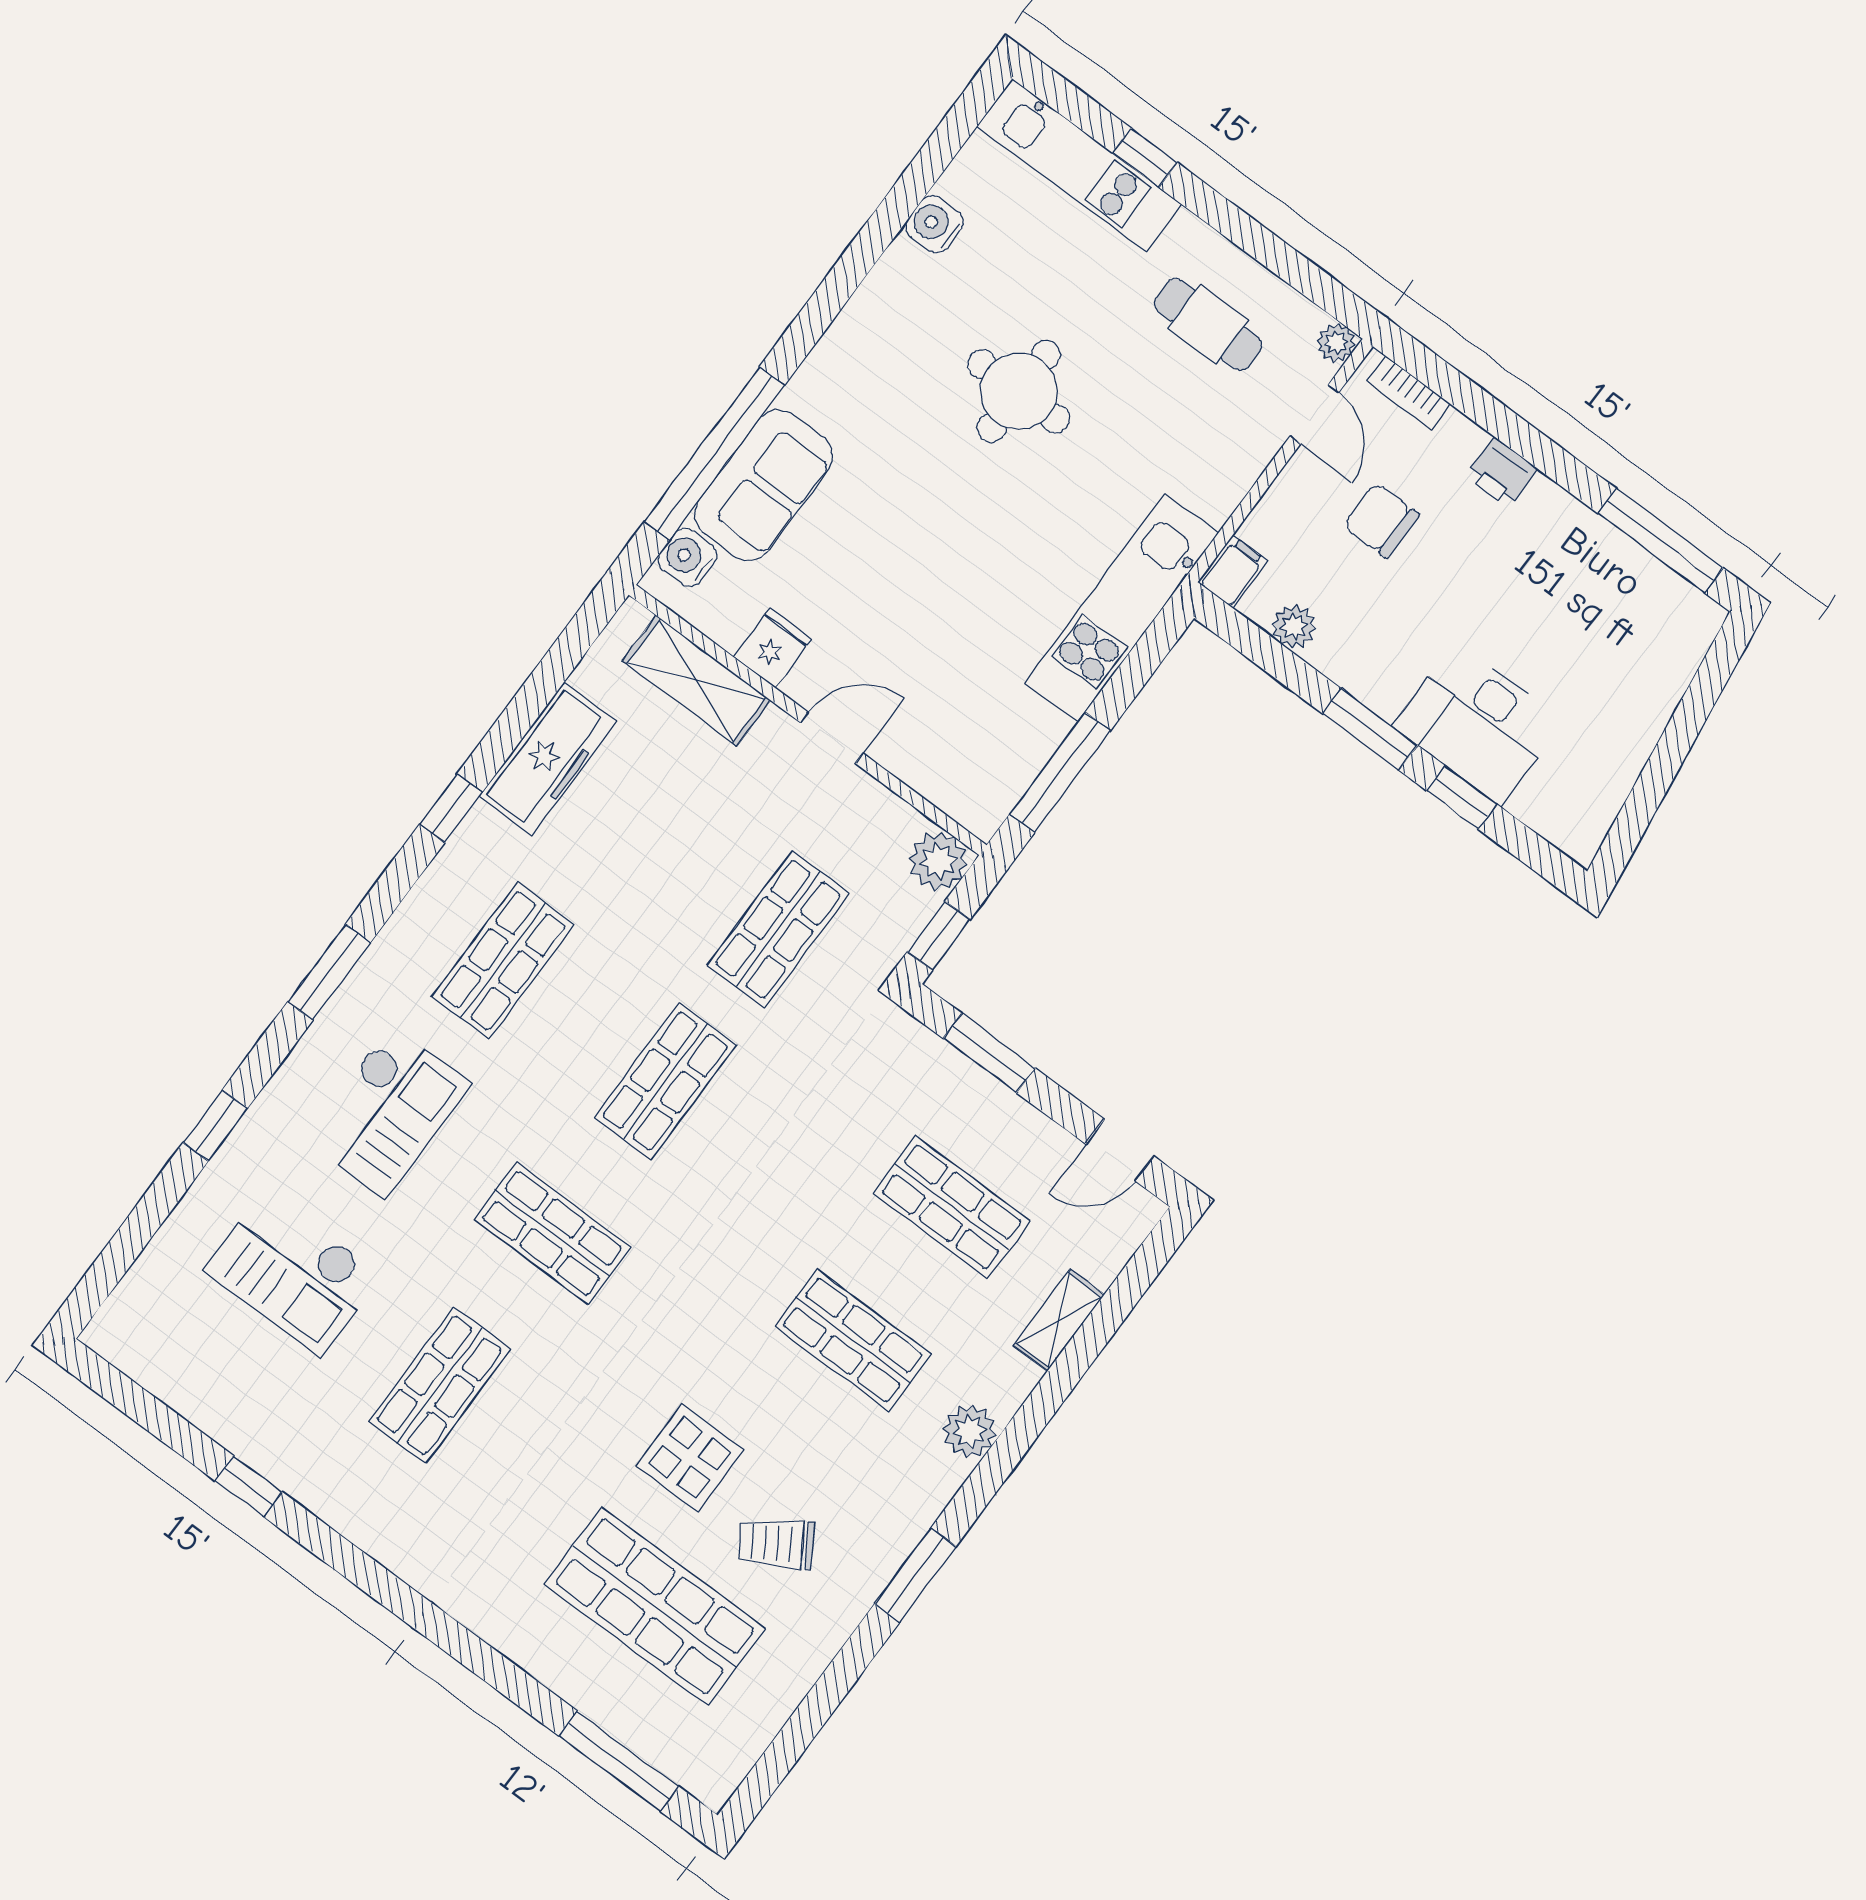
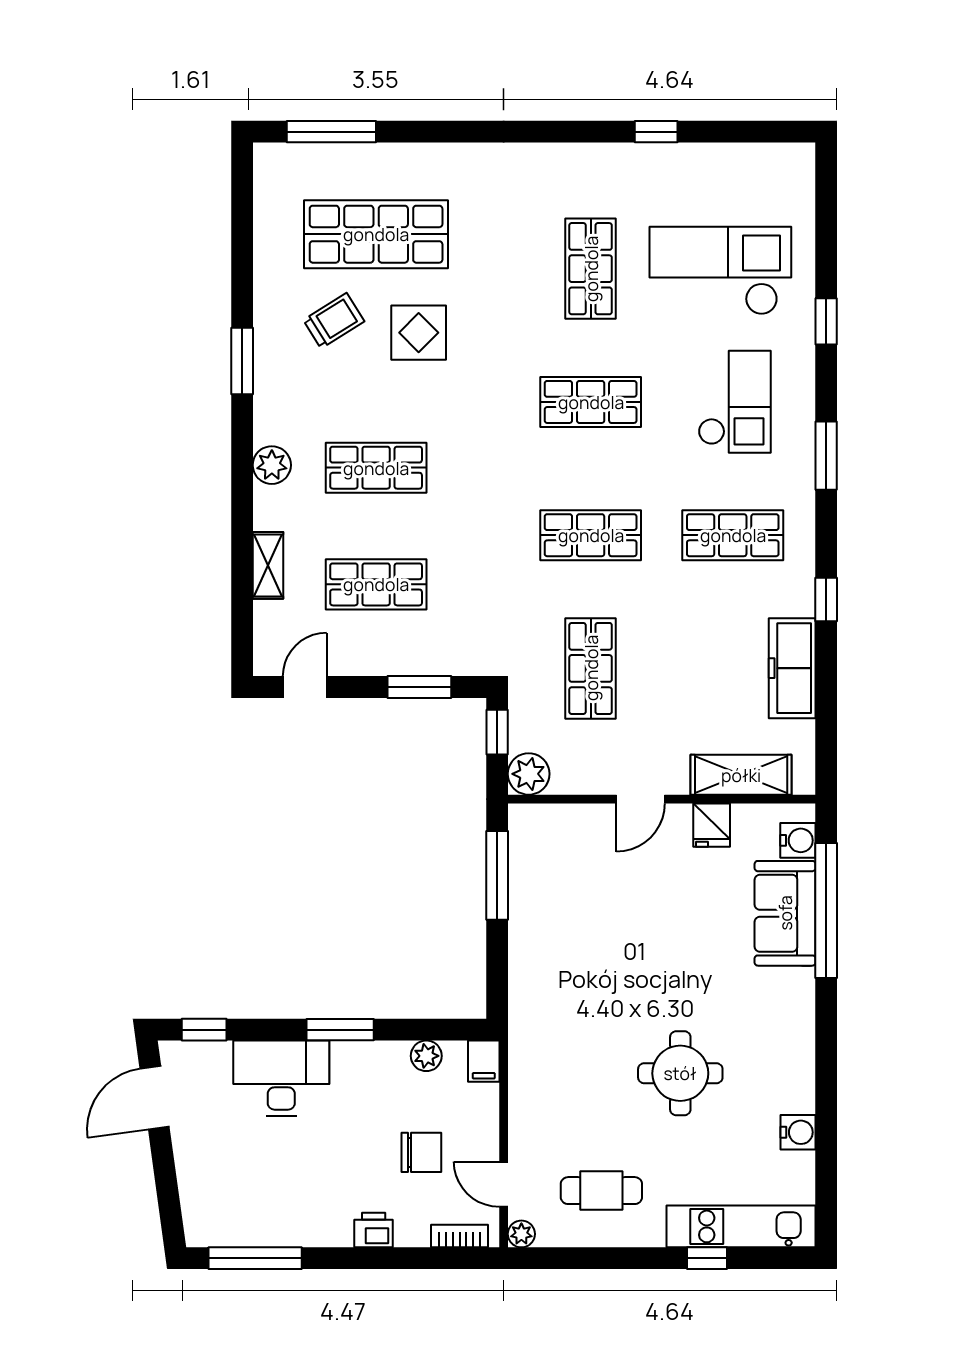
kitchen unit: (1121, 608) -> (531, 994), removed
window: (1462, 798) -> (204, 1030), moved
door: (1639, 809) -> (155, 1098), added
shop shelf: (503, 961) -> (733, 535), turned 90
shop shelf: (665, 1081) -> (591, 535), turned 90
checkout: (388, 1111) -> (735, 402), turned 180
checkout: (293, 1273) -> (720, 271), width x1.36, depth x1.21

